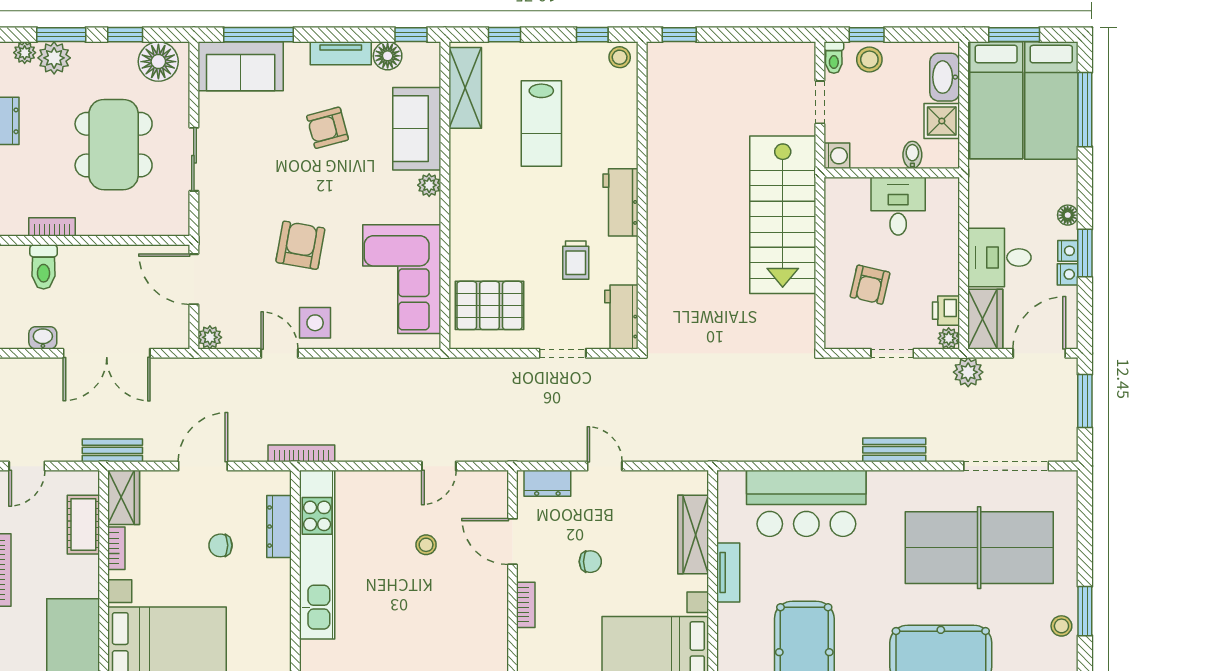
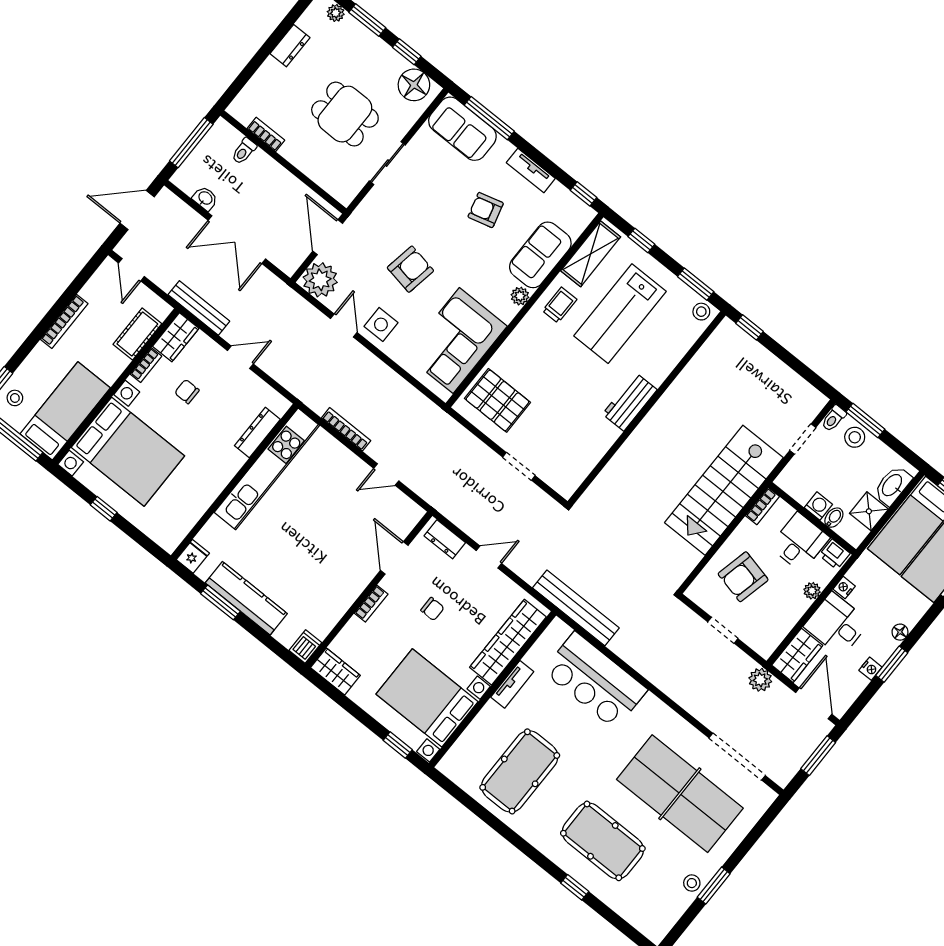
window: (592, 35) -> (696, 284), width x1.50
window: (867, 35) -> (865, 420), width x1.50
floor lamp: (388, 56) -> (559, 195), removed
plant: (54, 58) -> (351, 31), removed
lab bench: (541, 123) -> (620, 314), width x1.36, depth x1.39
dining table: (114, 145) -> (345, 114), width x0.73
washing machine: (837, 156) -> (818, 506), moved, turned -90
bookcase: (833, 200) -> (762, 506), added
nightstand: (1068, 251) -> (844, 588), moved, turned 180
trolley: (576, 260) -> (560, 305), moved, turned 180
toilet: (44, 267) -> (244, 151), width x0.73, depth x0.72
armchair: (870, 285) -> (743, 577), width x1.38, depth x1.38
printer: (946, 311) -> (835, 554), moved, turned -90
workbench: (621, 317) -> (573, 473), removed
plant: (210, 337) -> (320, 280), width x1.87, depth x1.87
plant: (949, 338) -> (812, 591), moved
door: (1039, 353) -> (814, 703), hinge flipped
bench: (112, 450) -> (199, 308), width x1.36
bench: (894, 450) -> (576, 608), moved, width x1.86, depth x1.21
bookcase: (301, 453) -> (346, 429), moved
door: (27, 466) -> (131, 270), hinge flipped
door: (203, 466) -> (240, 357), width x0.73
door: (605, 466) -> (489, 557), hinge flipped
wardrobe: (693, 535) -> (508, 642), width x1.40, depth x1.17
chair: (220, 545) -> (187, 392), moved
stool: (426, 545) -> (339, 517), removed

